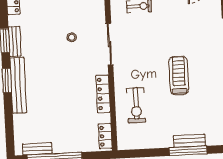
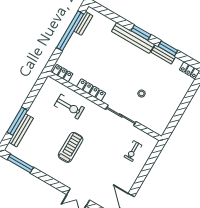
treadmill: (179, 75) -> (71, 147), turned -90
exercise bike: (136, 105) -> (69, 107), turned 180
bench: (189, 141) -> (21, 130), width x1.36

